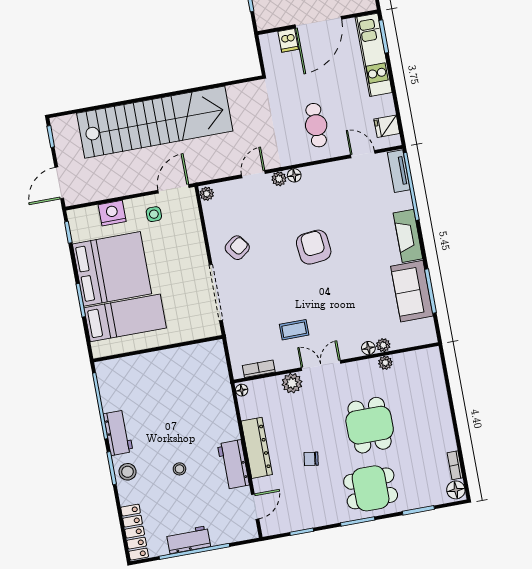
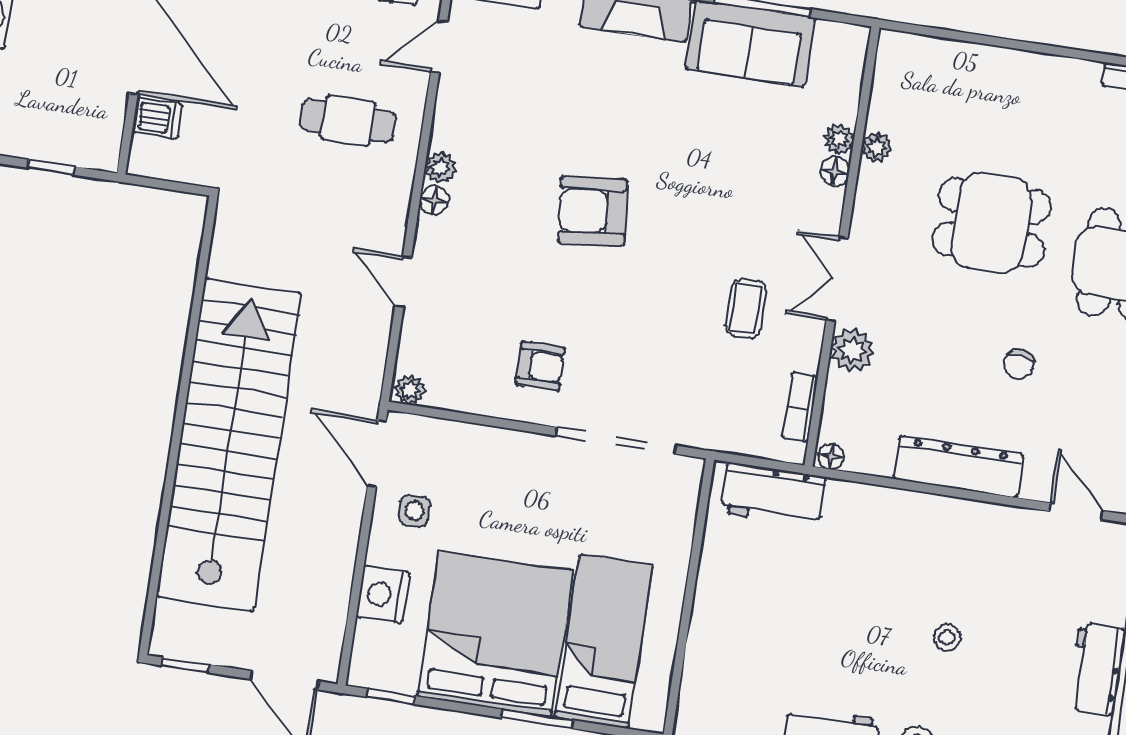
plant: (279, 179) -> (440, 167), moved
armchair: (237, 248) -> (540, 366), turned 127
workbench: (233, 464) -> (773, 495), moved

